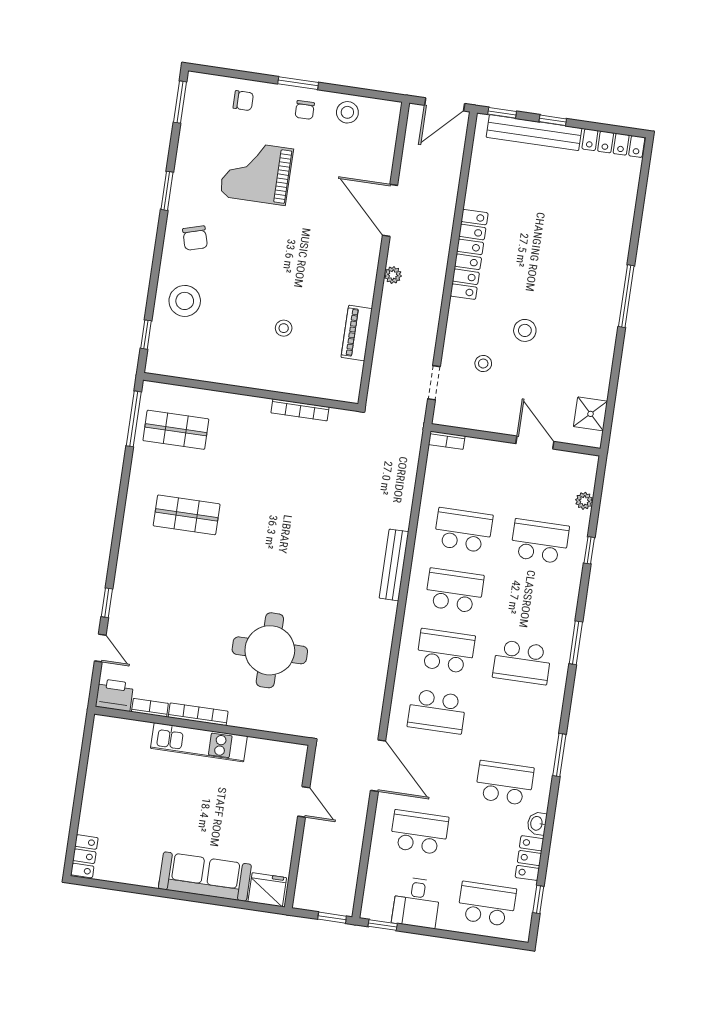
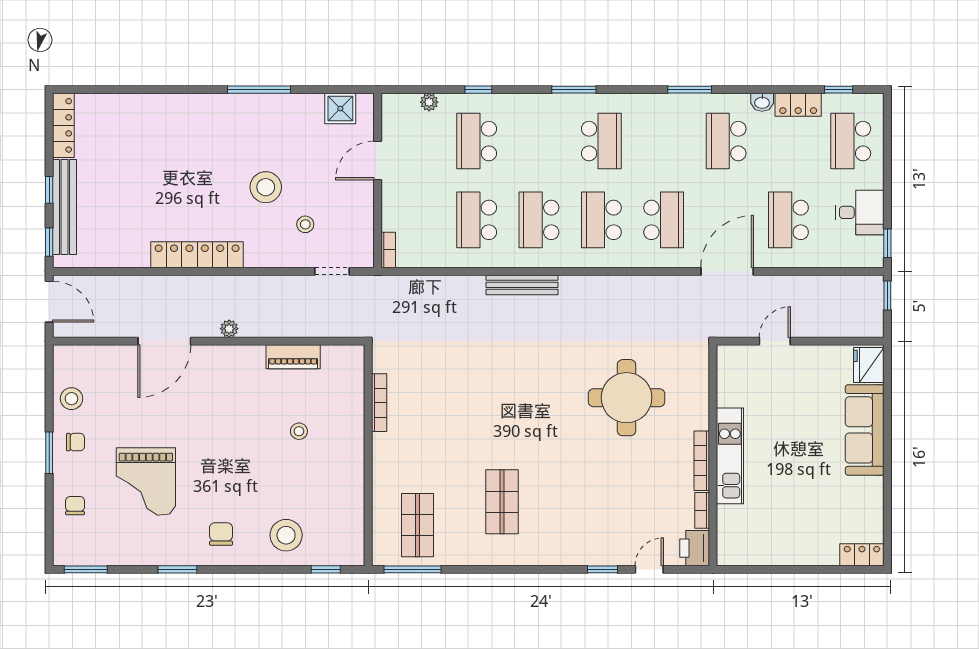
chair: (195, 238) -> (221, 534), turned -74
window: (626, 296) -> (259, 90), moved
stool: (525, 330) -> (266, 187), width x1.38, depth x1.38

